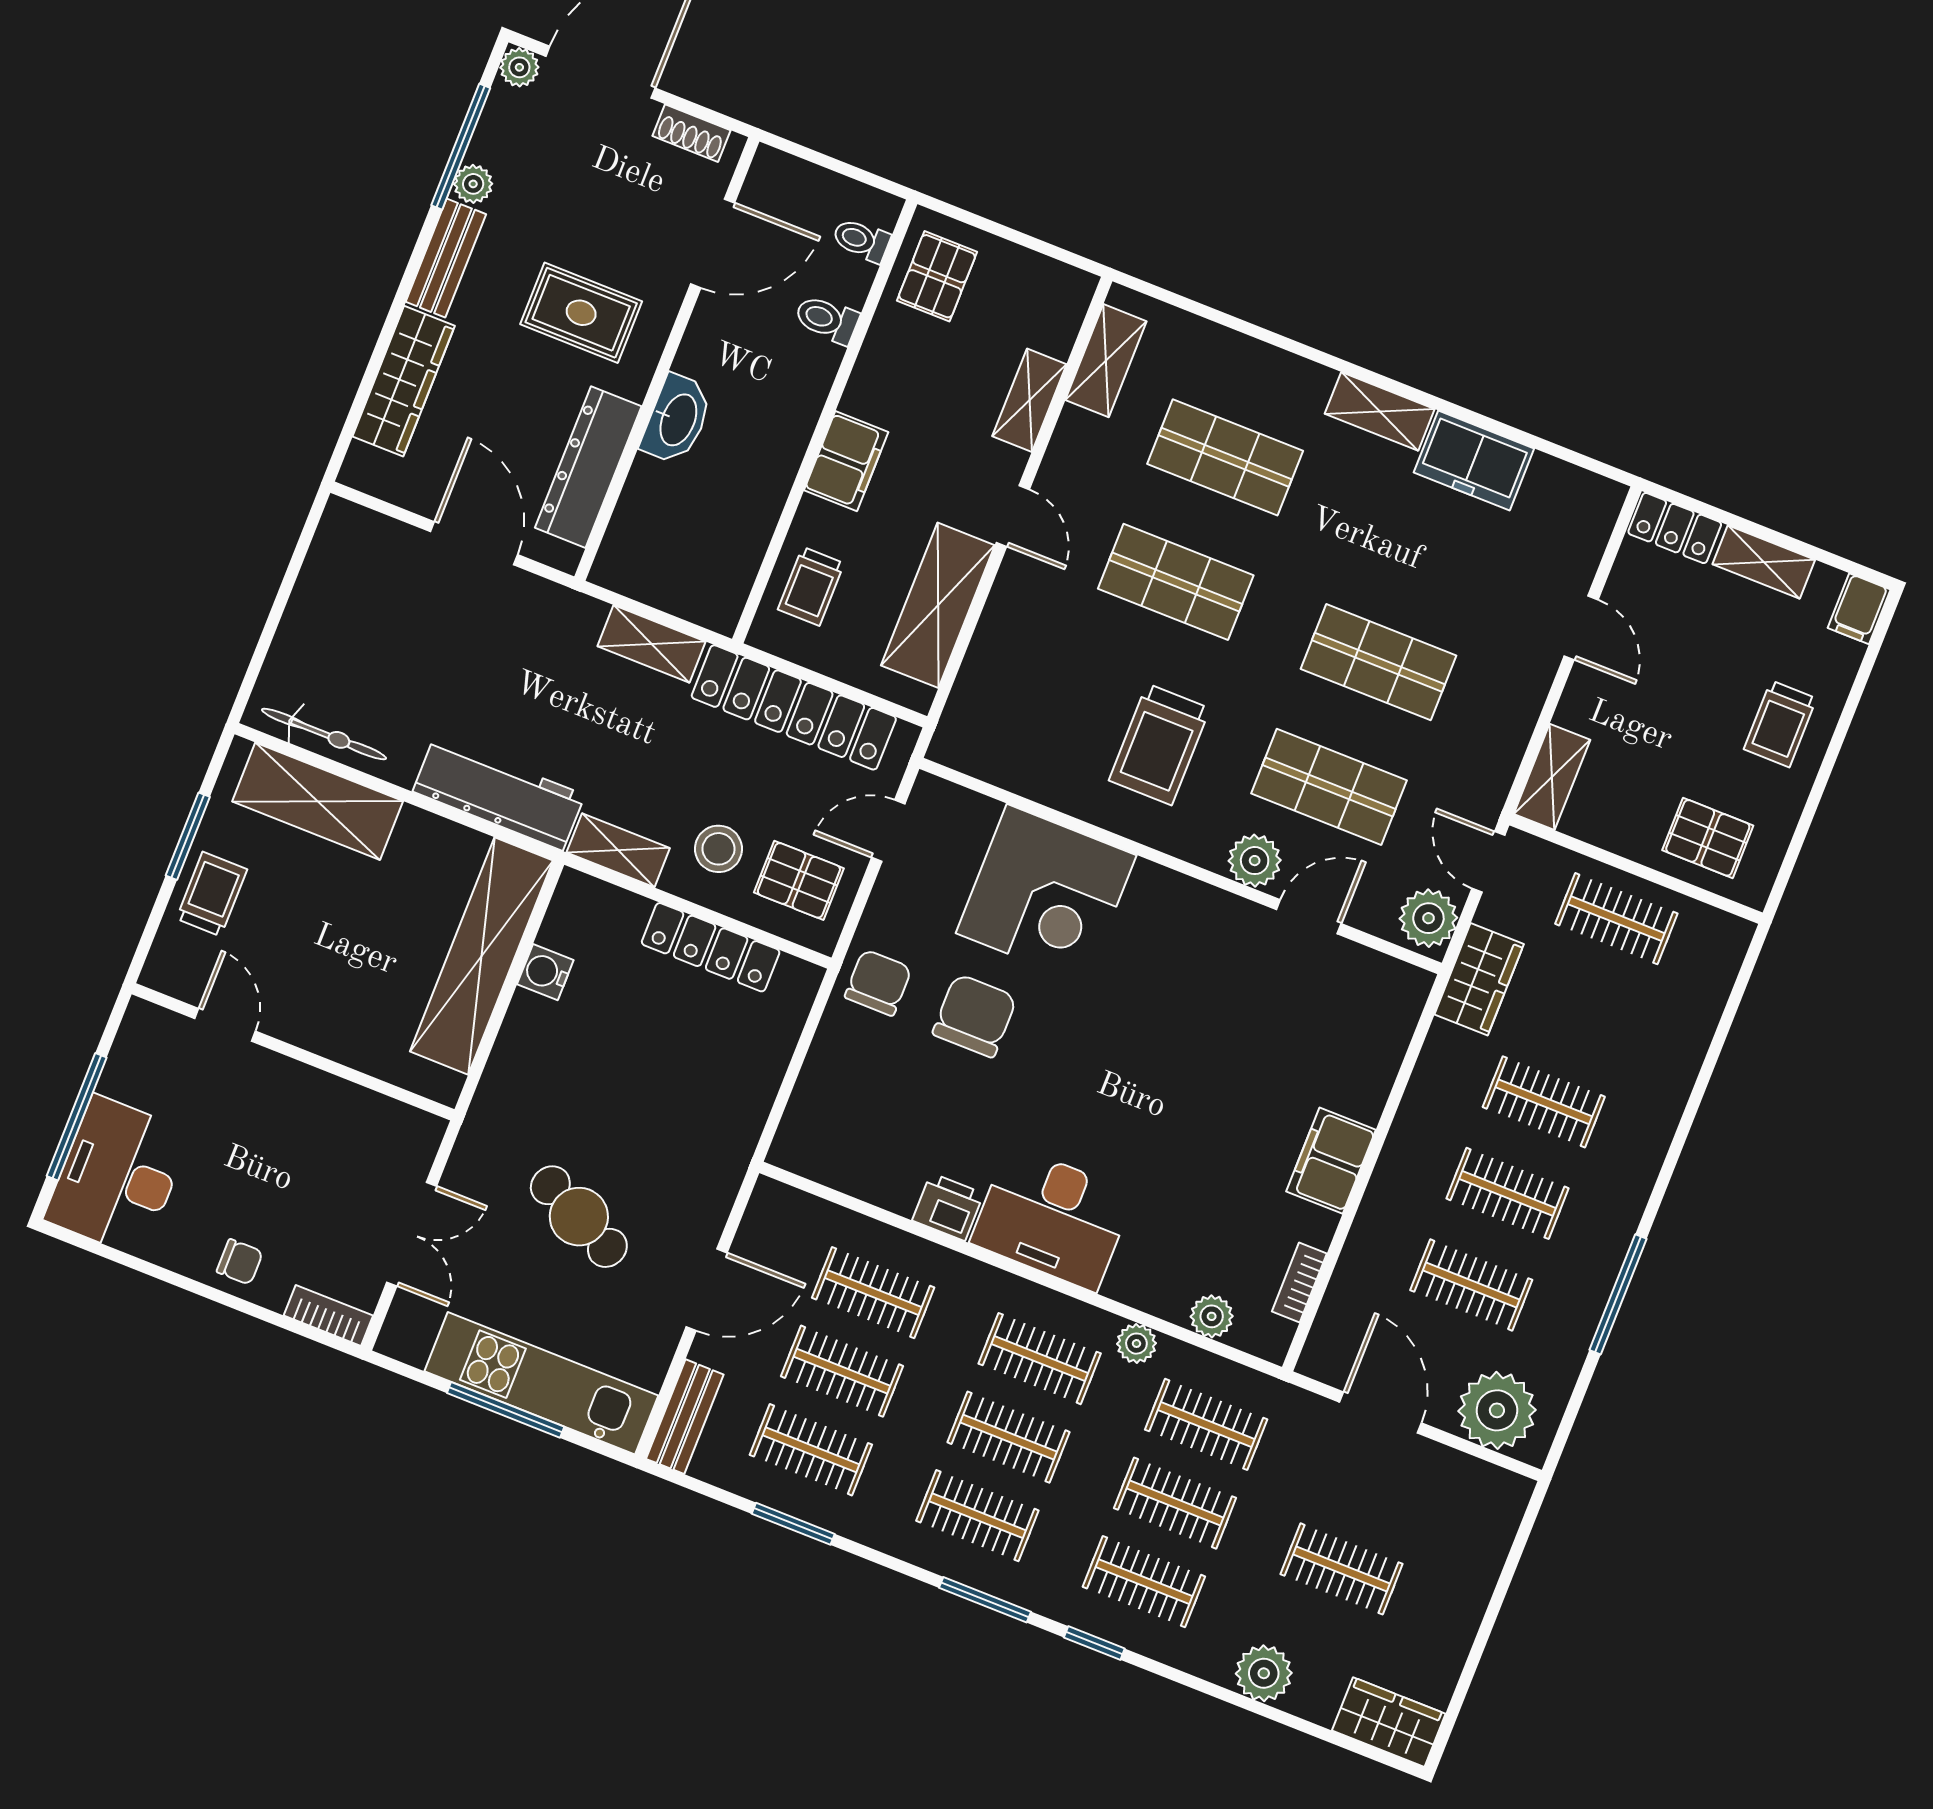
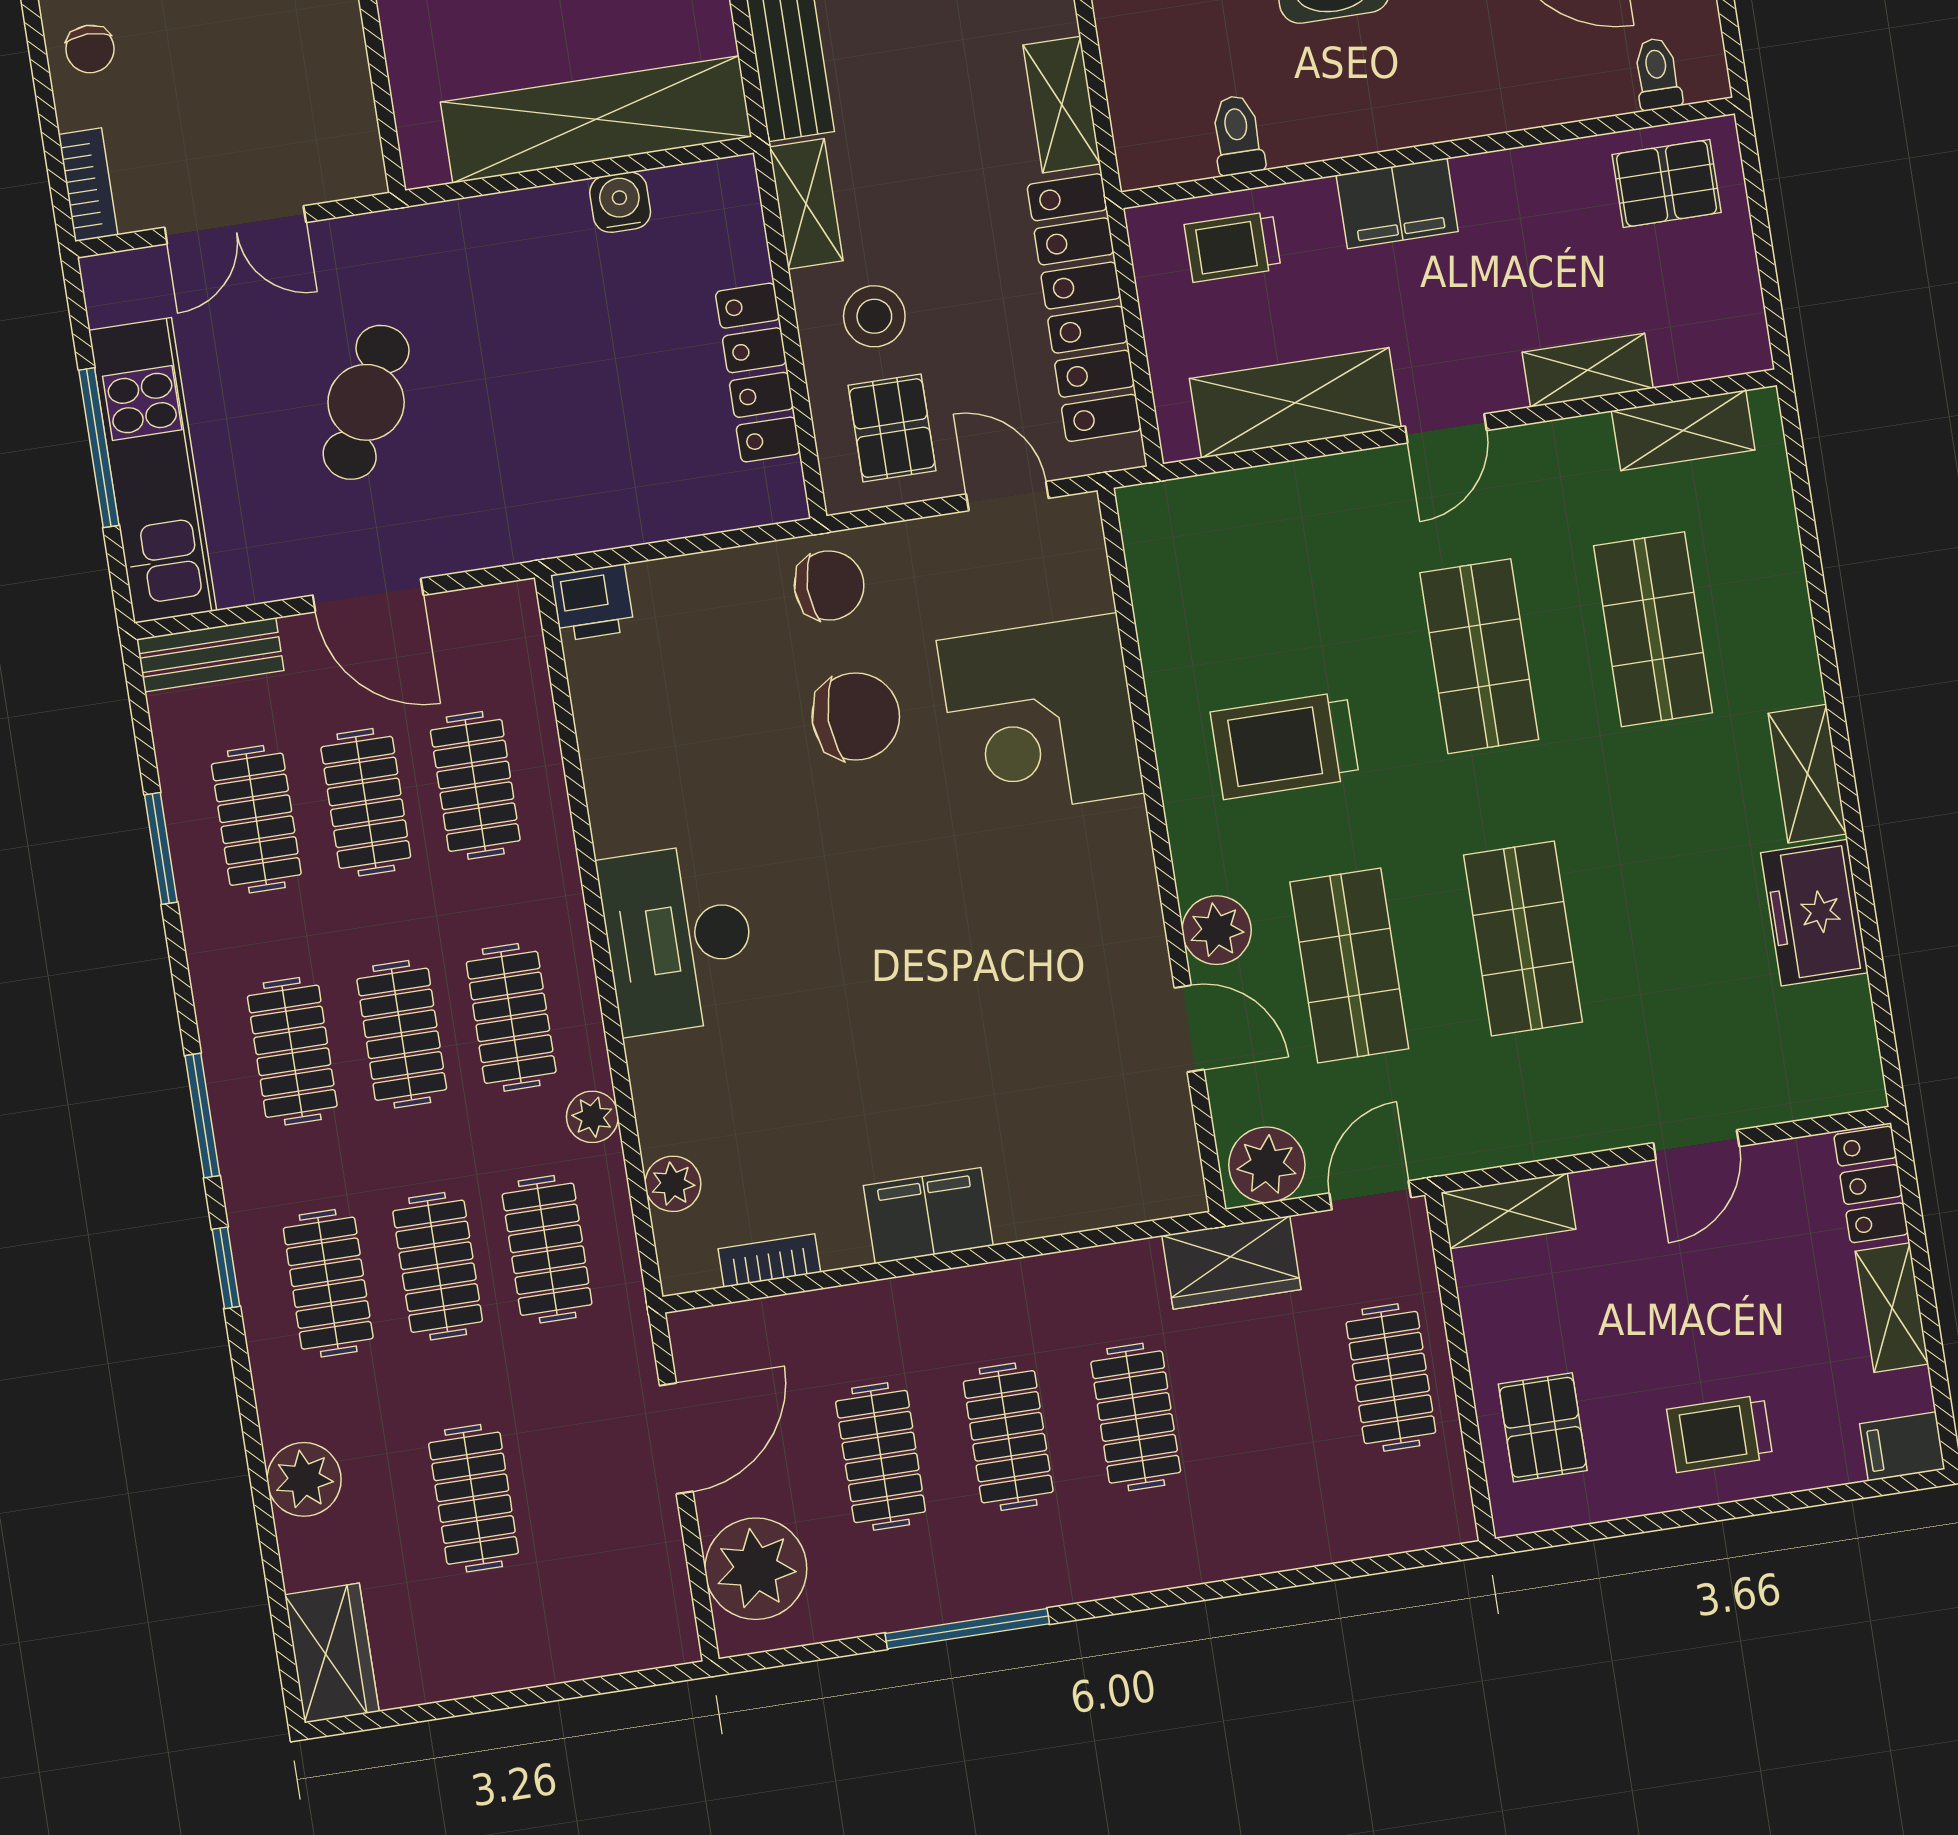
toilet: (827, 319) -> (1237, 135), moved
printer: (948, 1207) -> (593, 603), moved, turned 90

